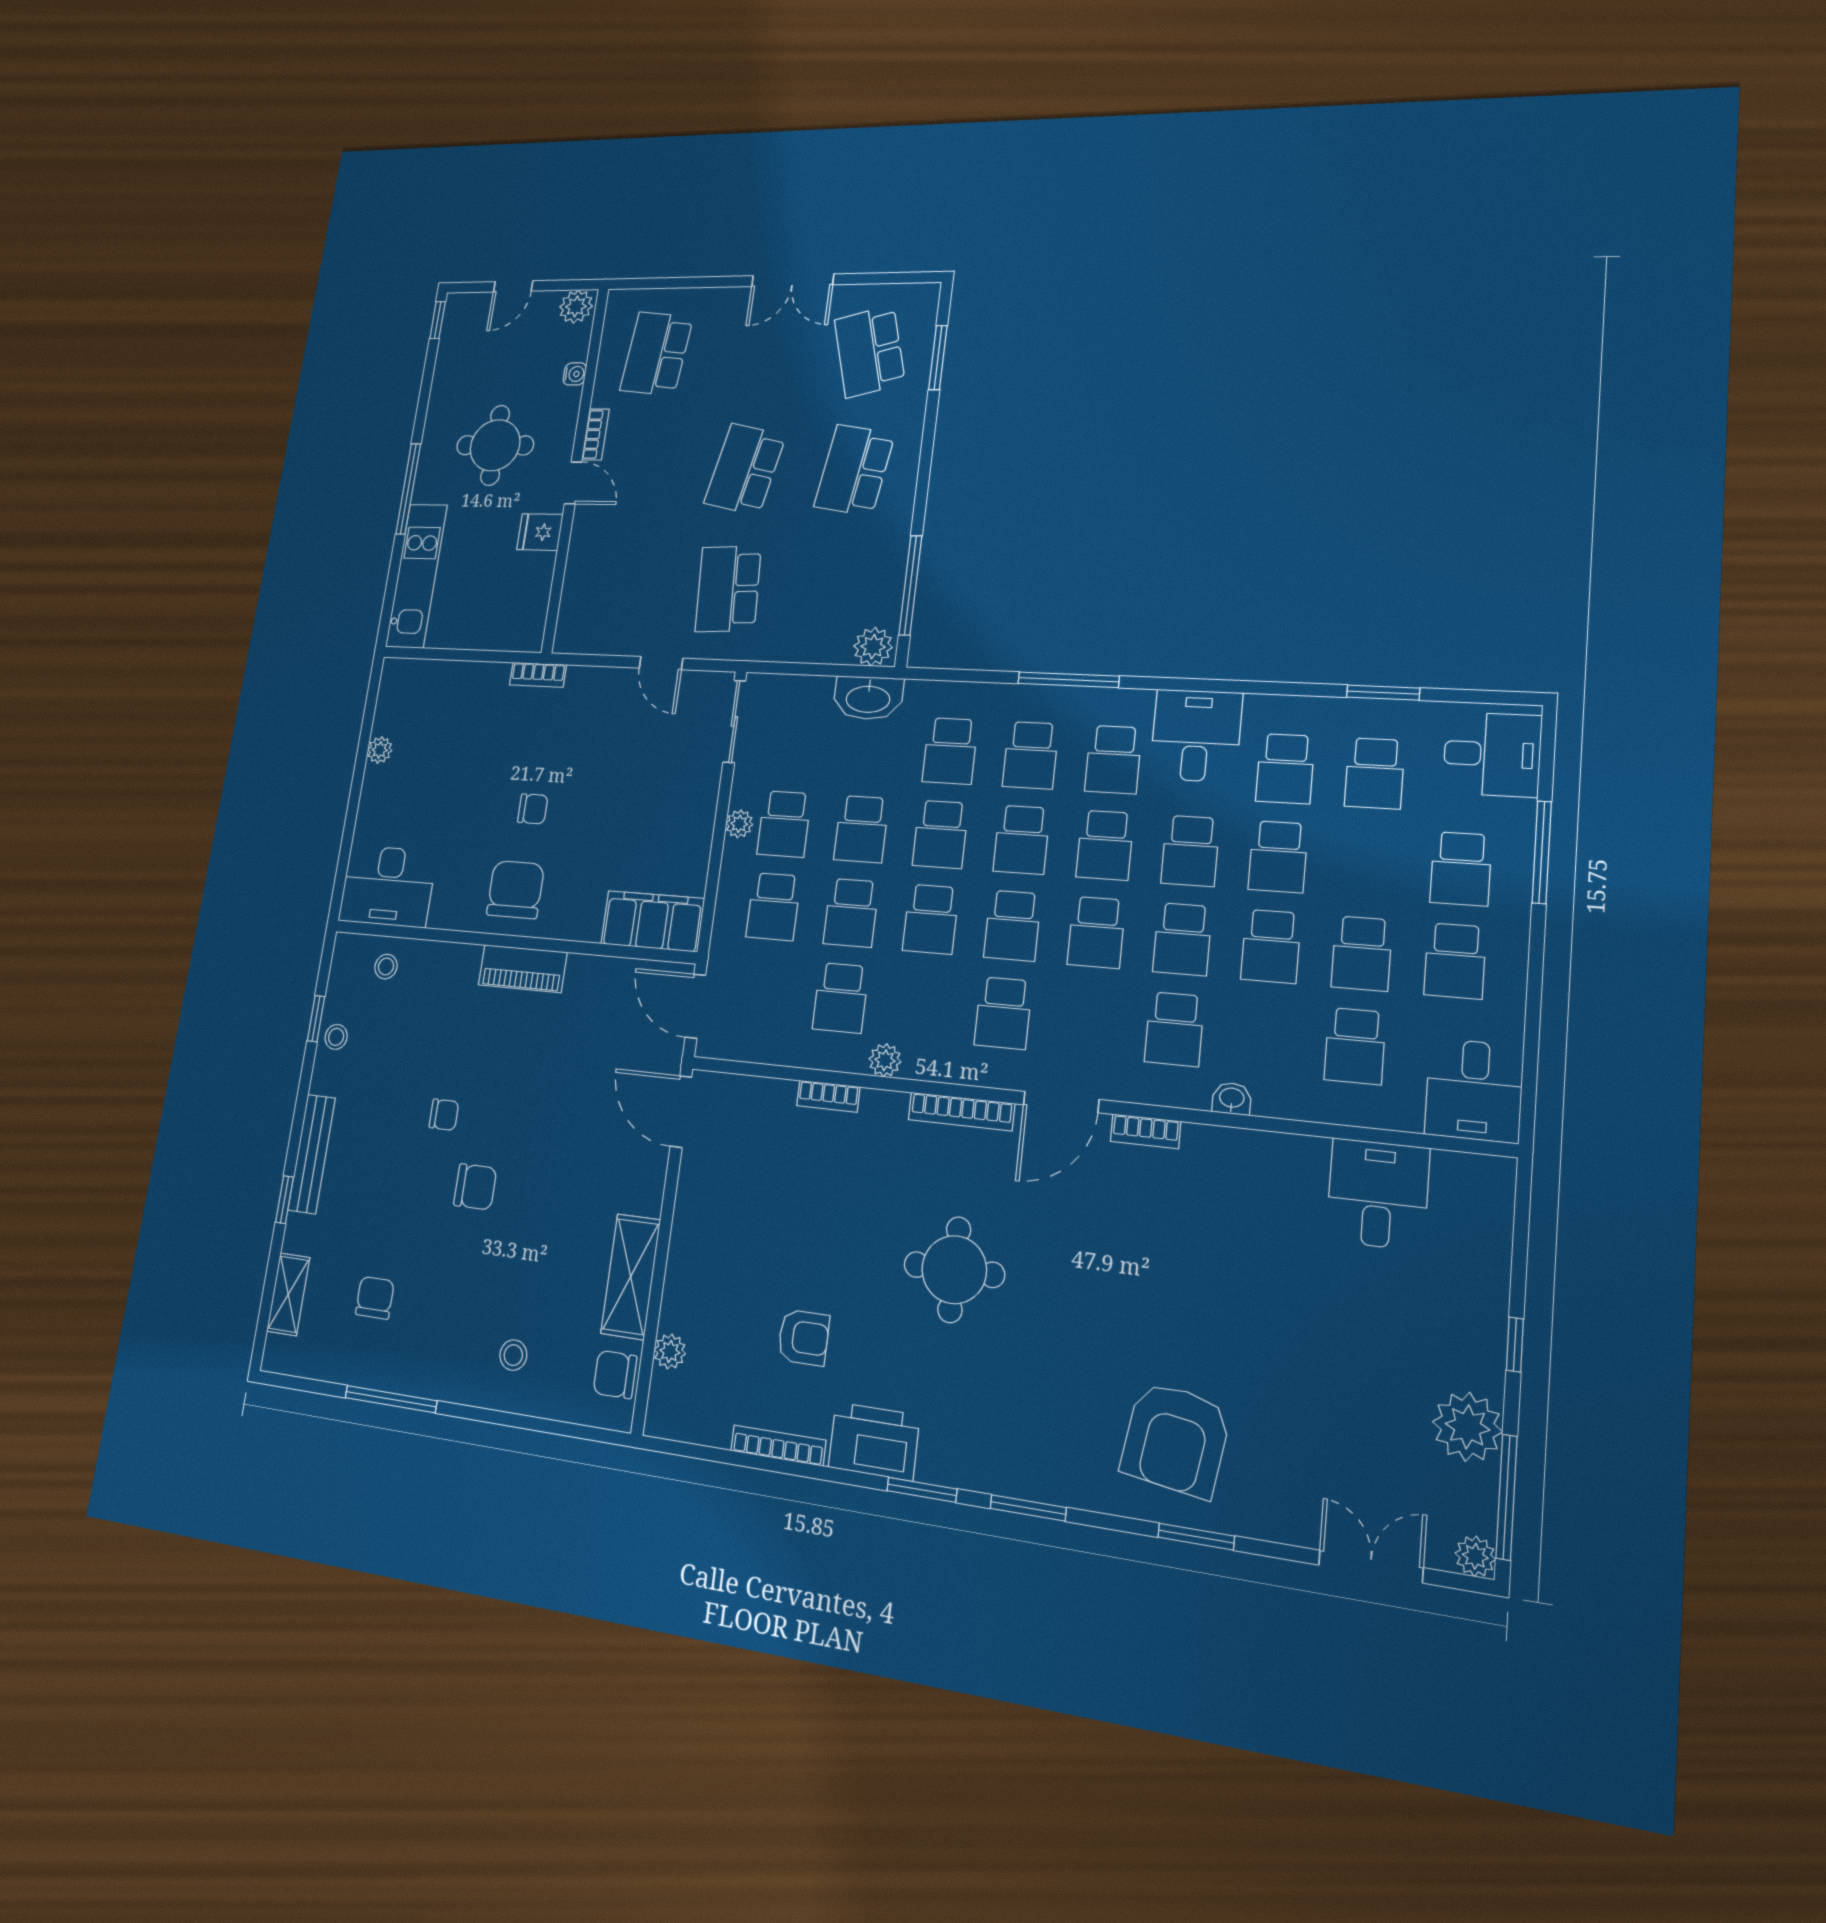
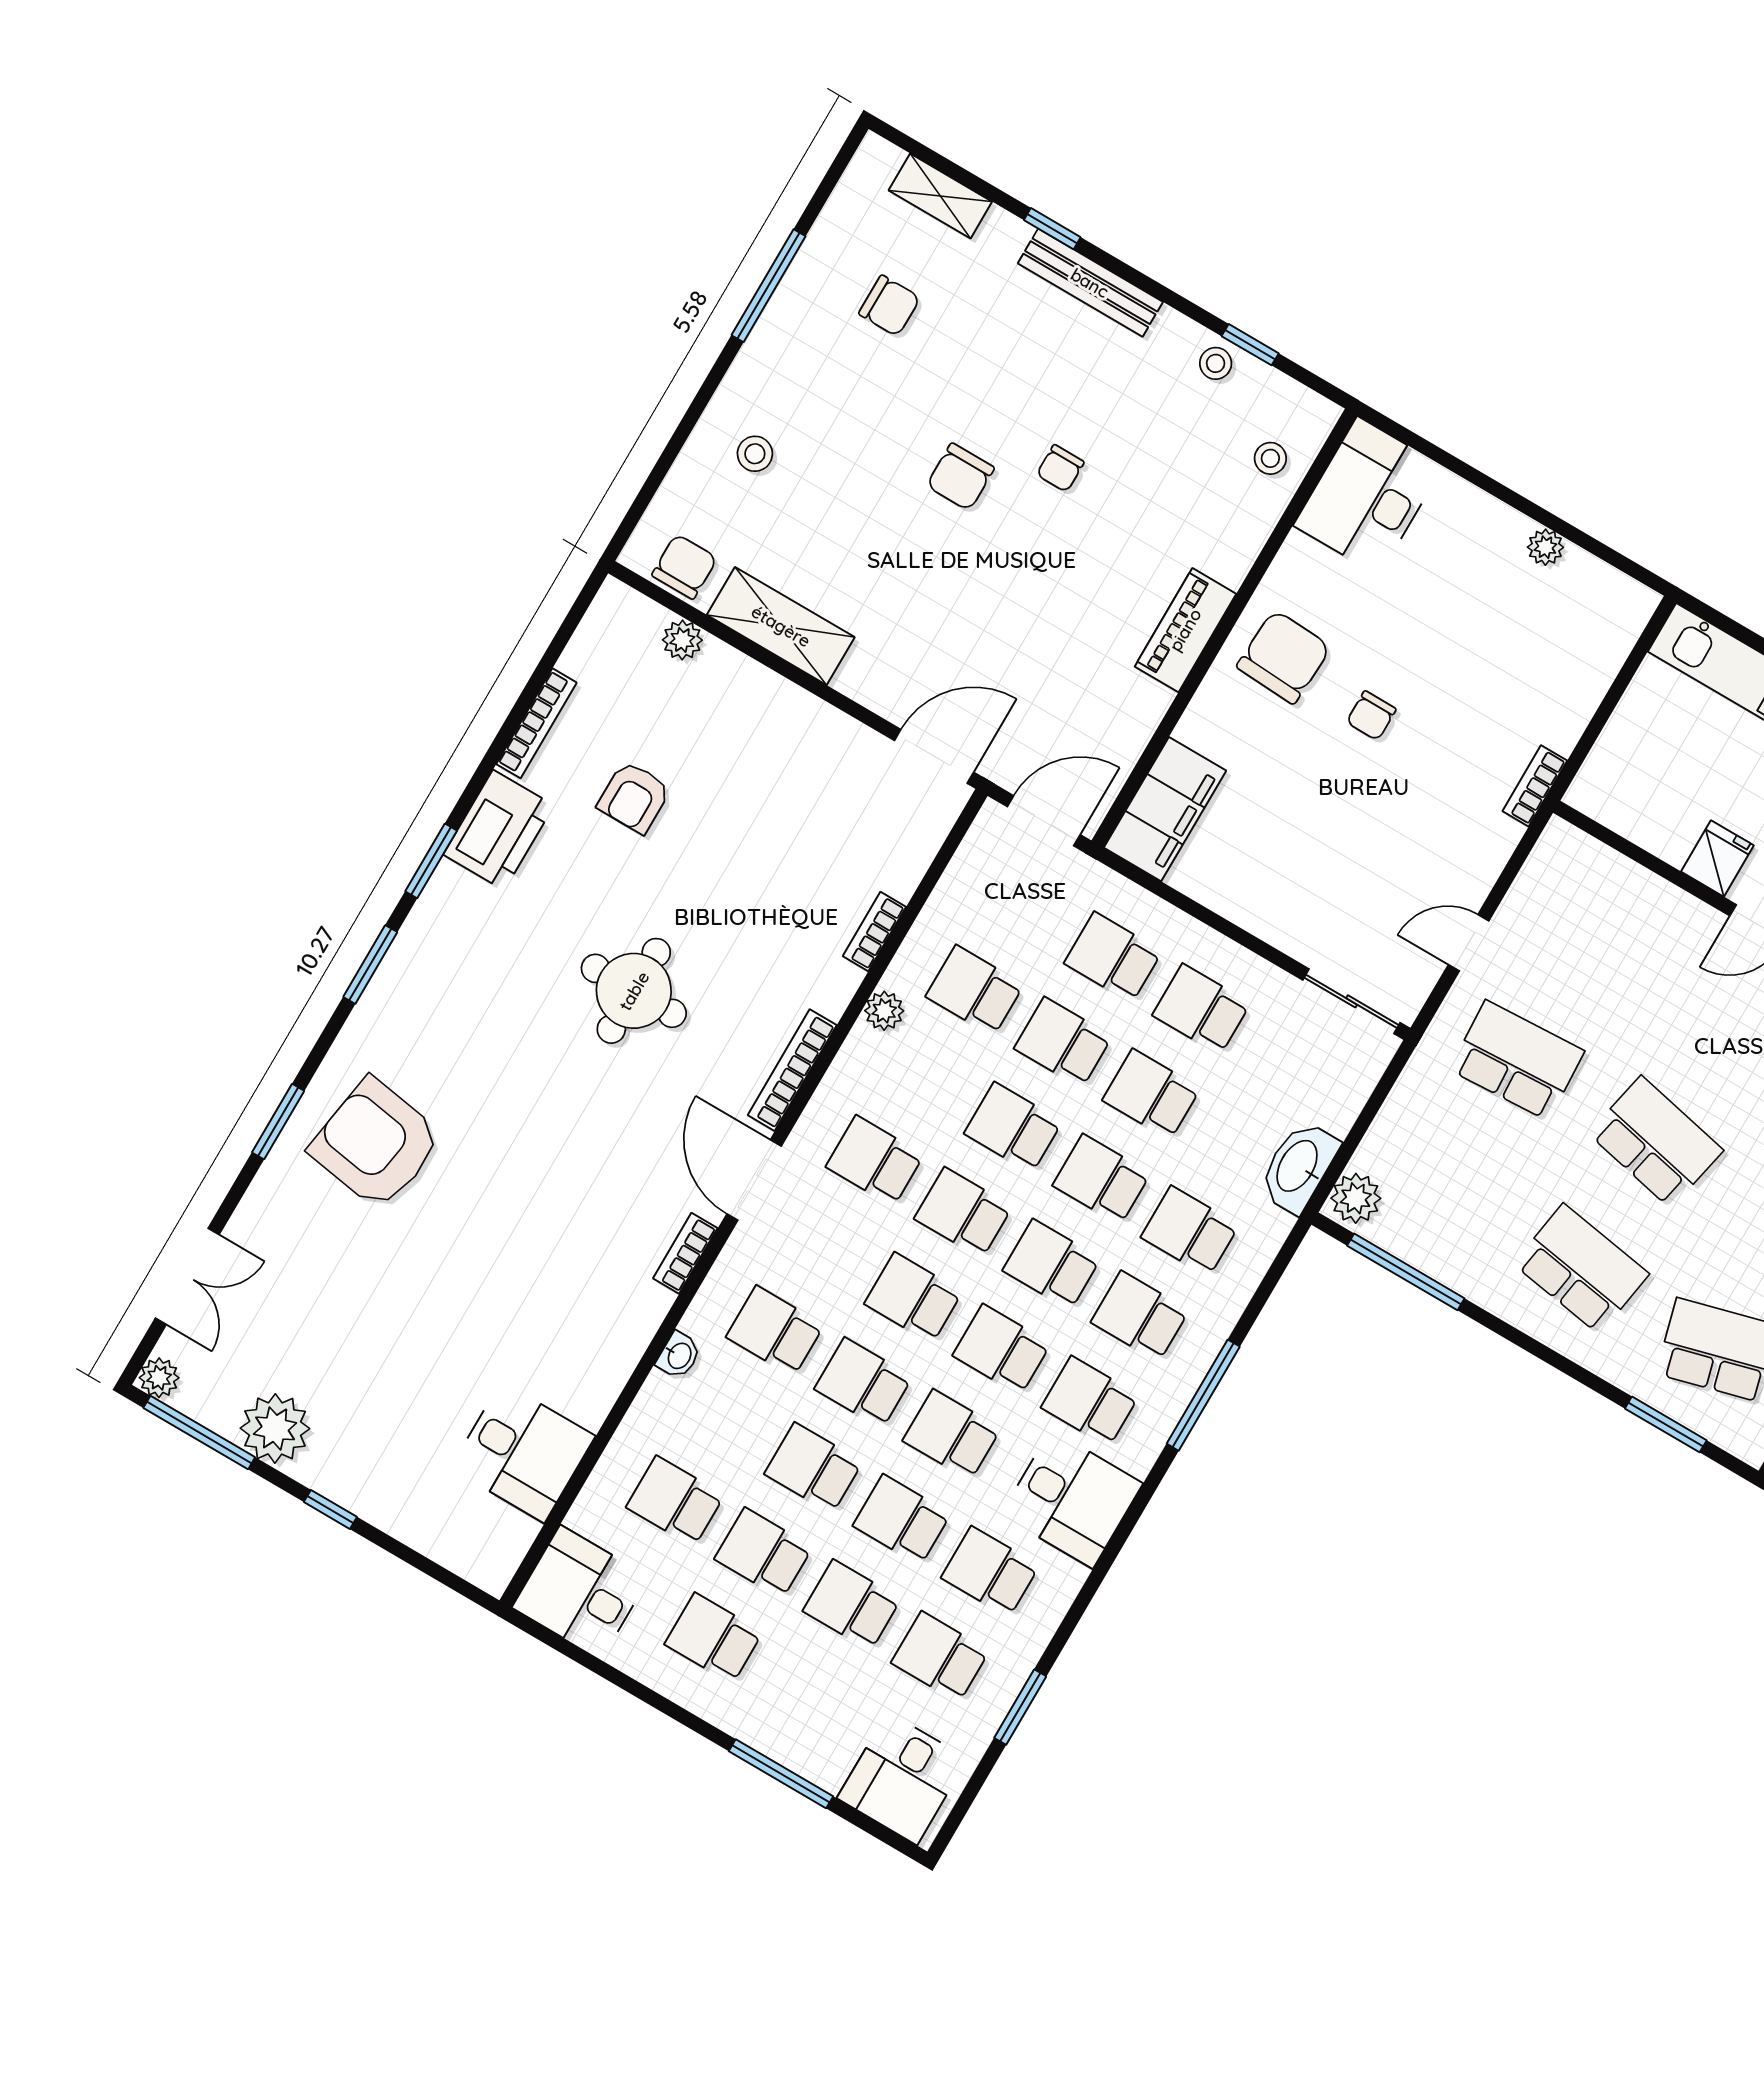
plant: (739, 824) -> (1228, 957), removed
school desk: (1461, 869) -> (852, 1605), moved
chair: (516, 890) -> (1284, 657), turned -87

